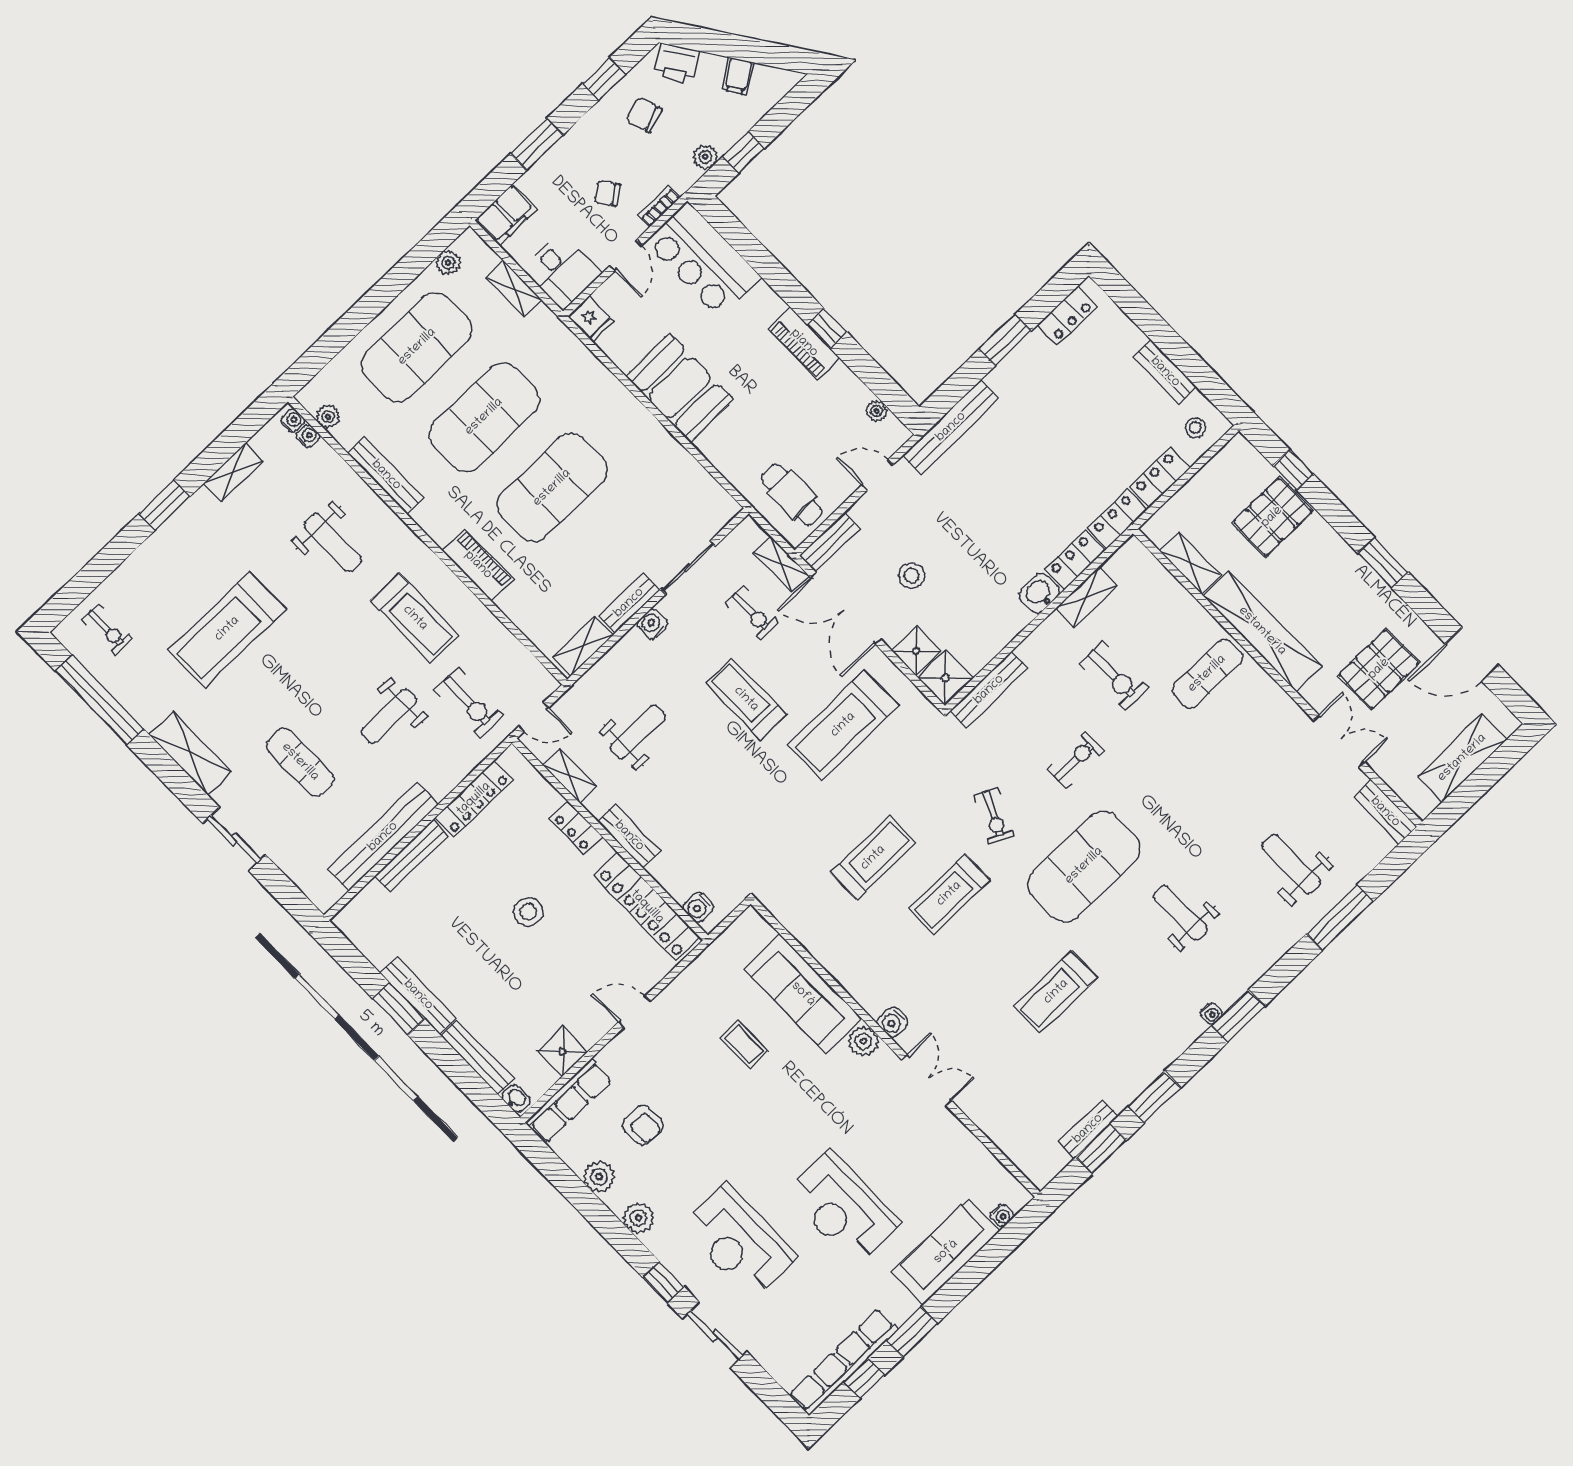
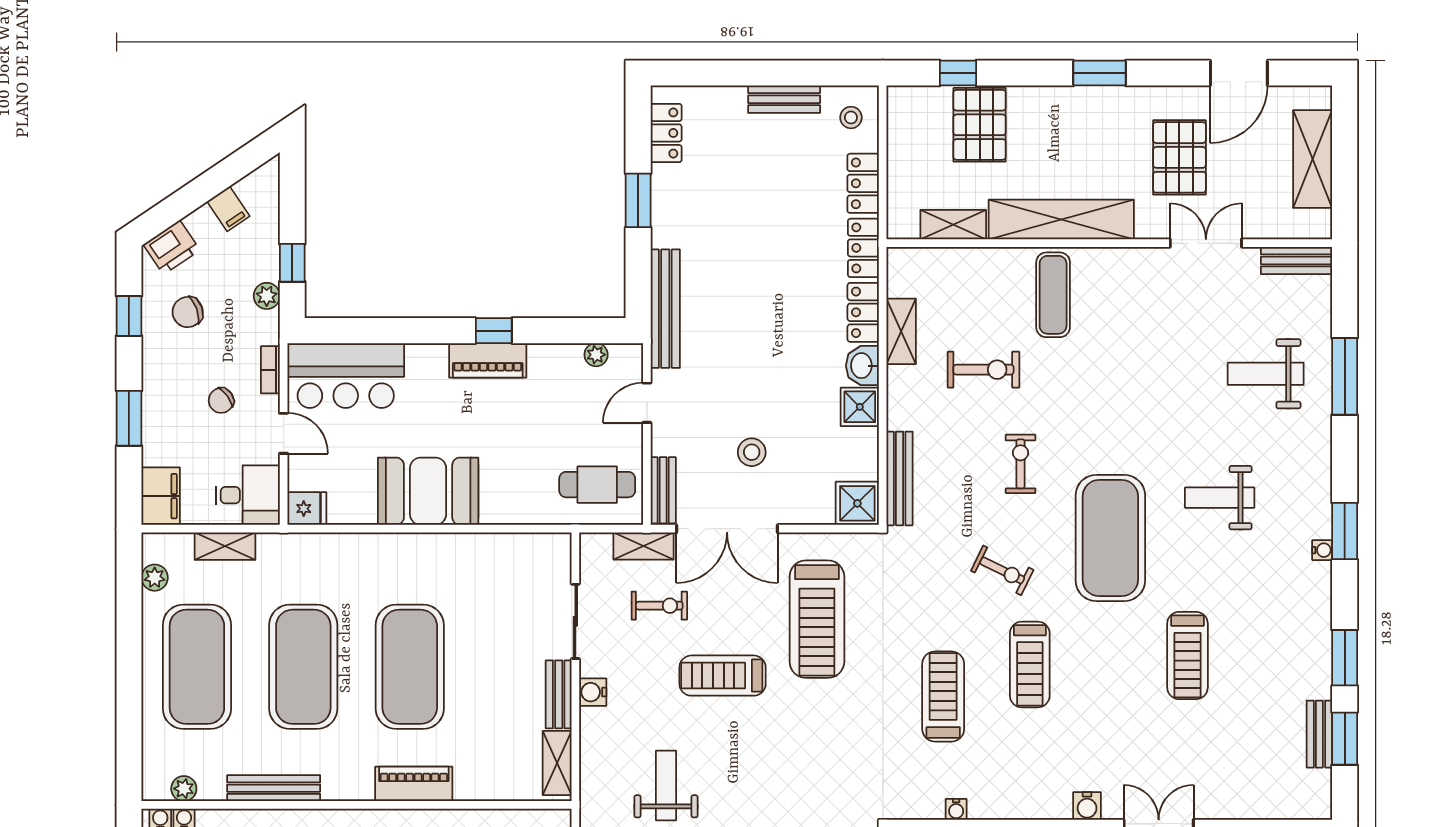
shower: (916, 651) -> (860, 407), moved
water cooler: (807, 938) -> (956, 809), added

